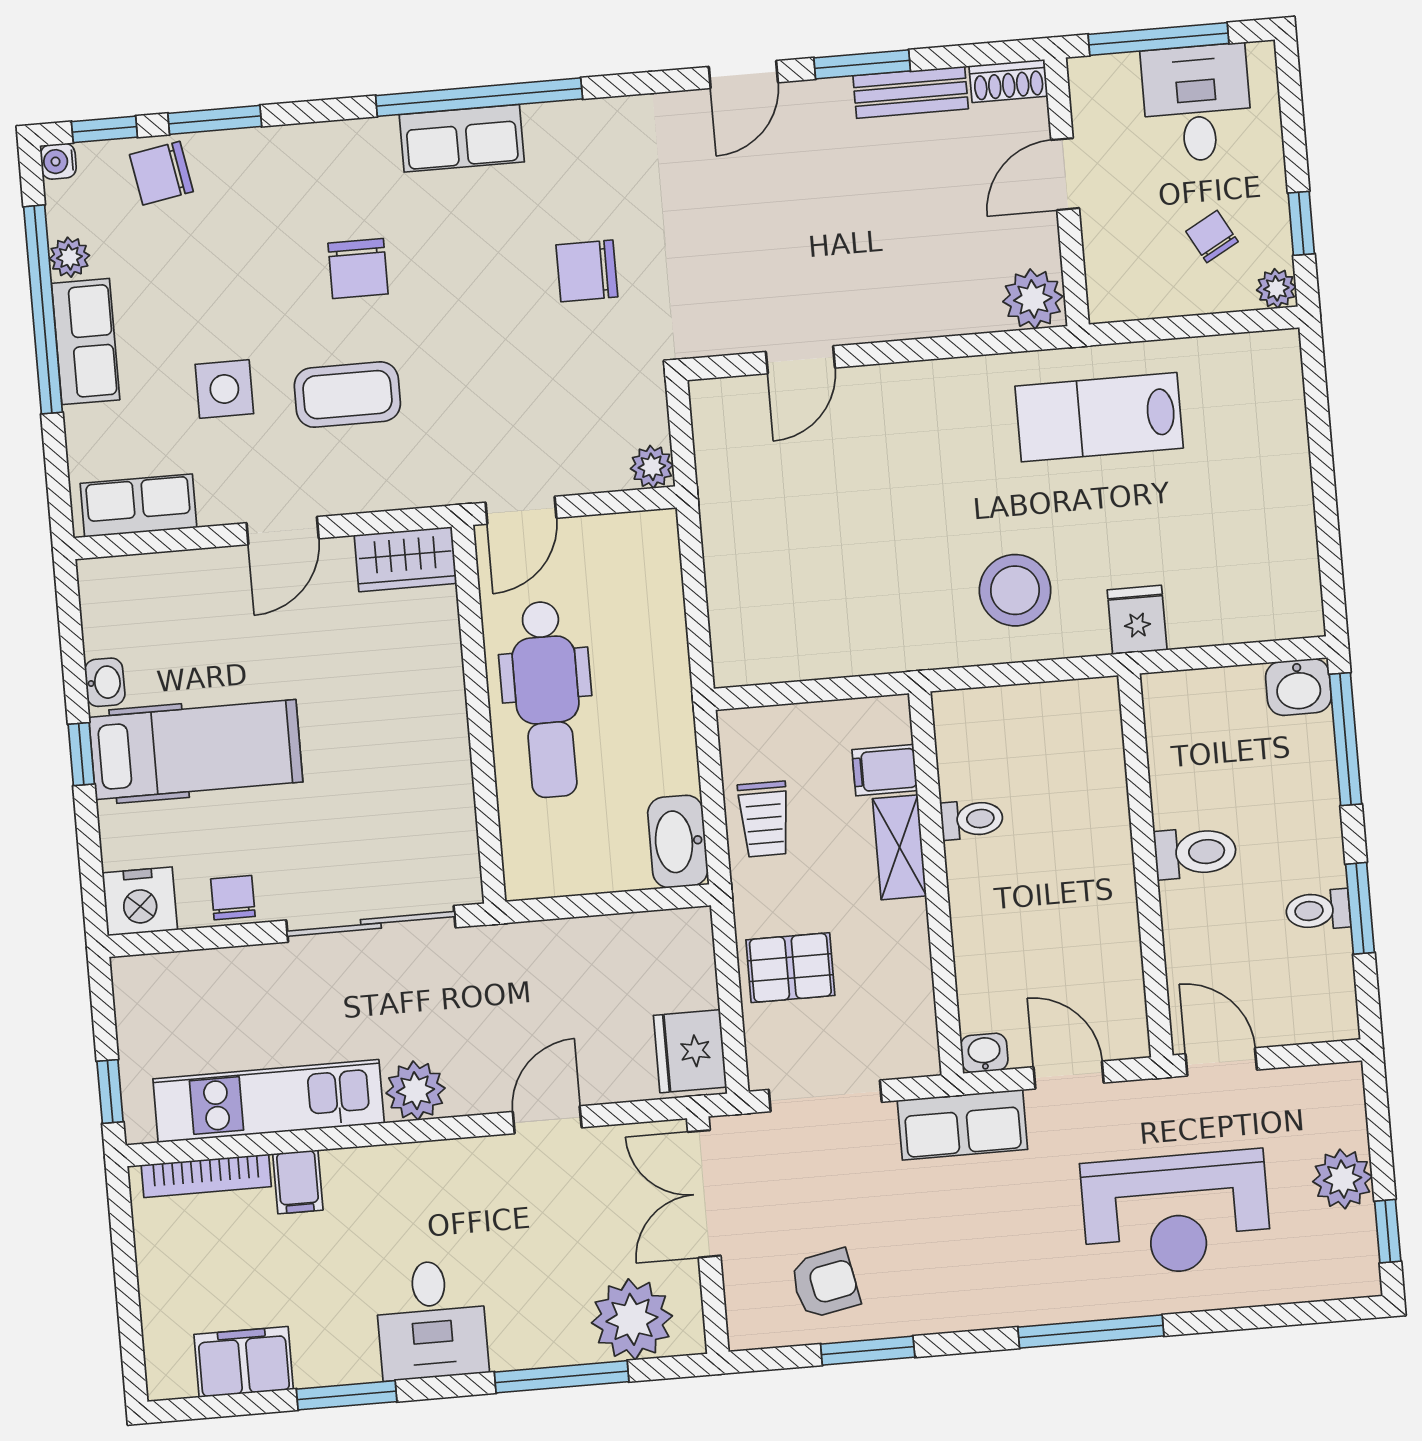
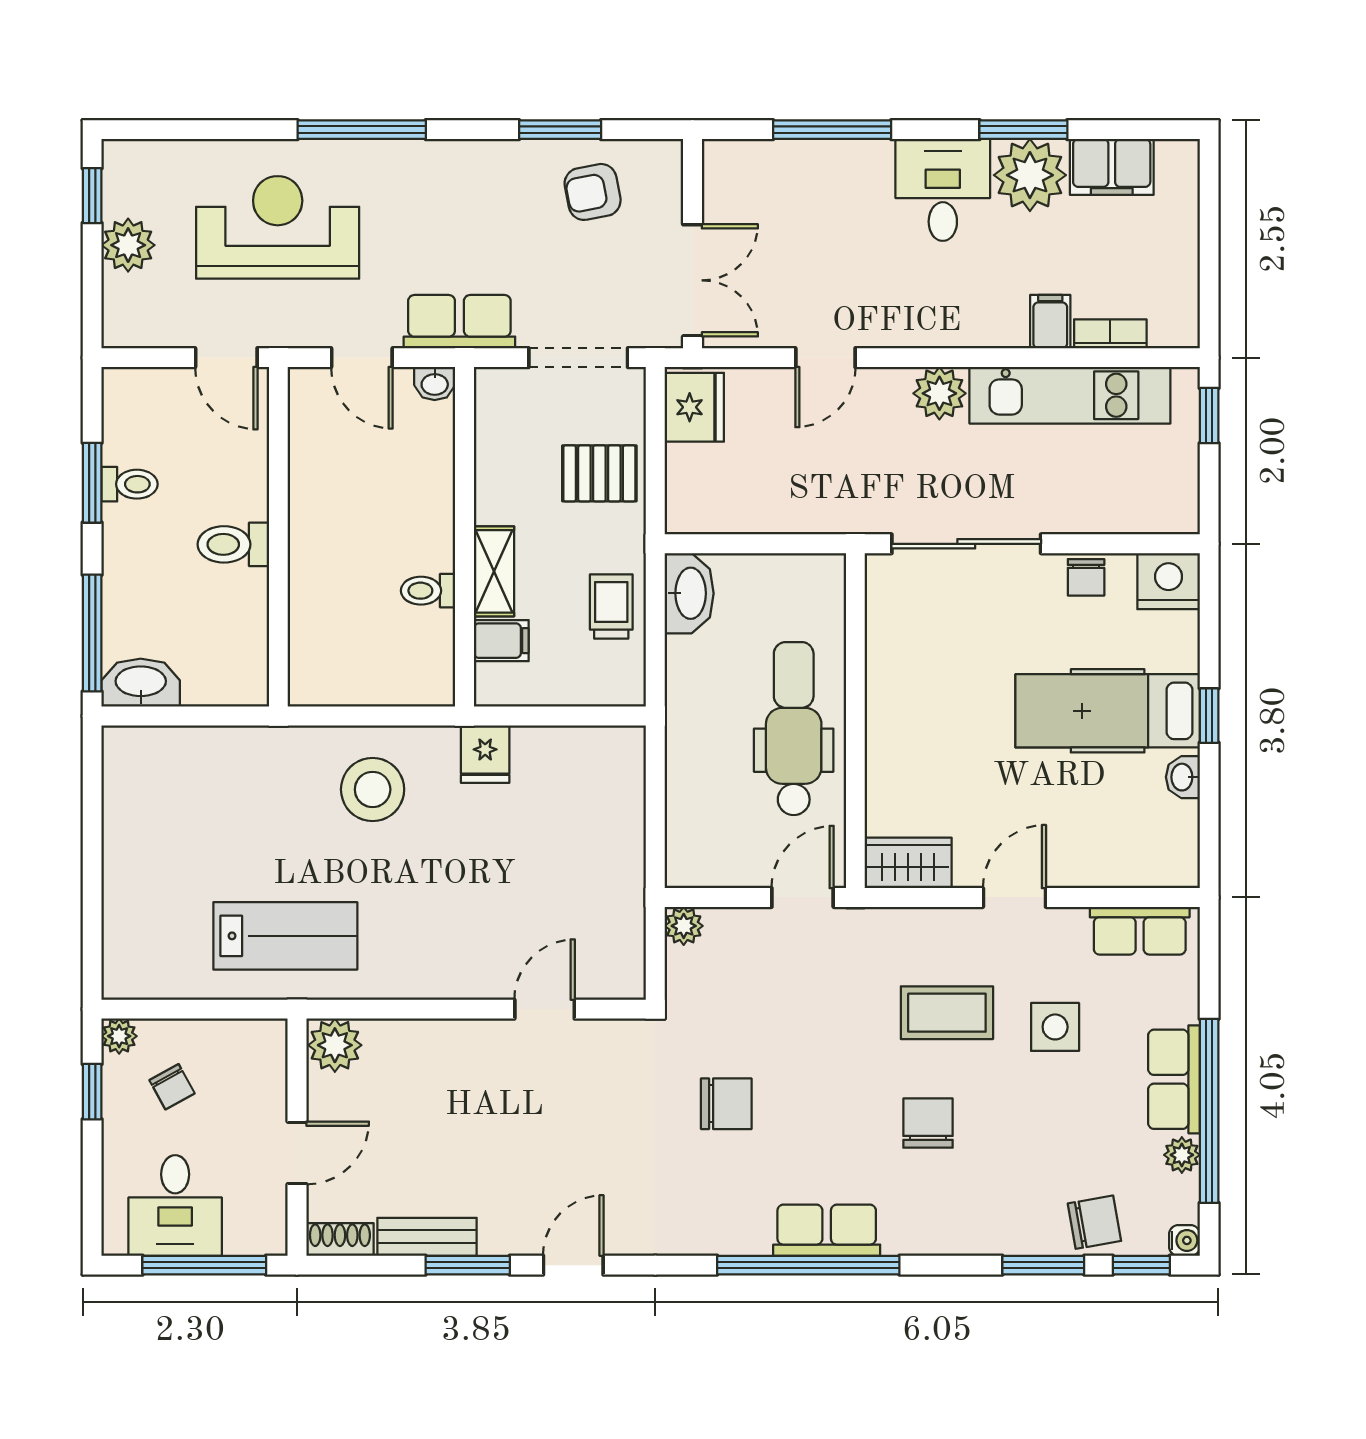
fridge: (1137, 620) -> (485, 754), moved
washbasin: (1298, 687) -> (141, 683), width x1.38
bookcase: (206, 1176) -> (1110, 334), width x0.64
plant: (632, 1319) -> (1030, 175), moved

